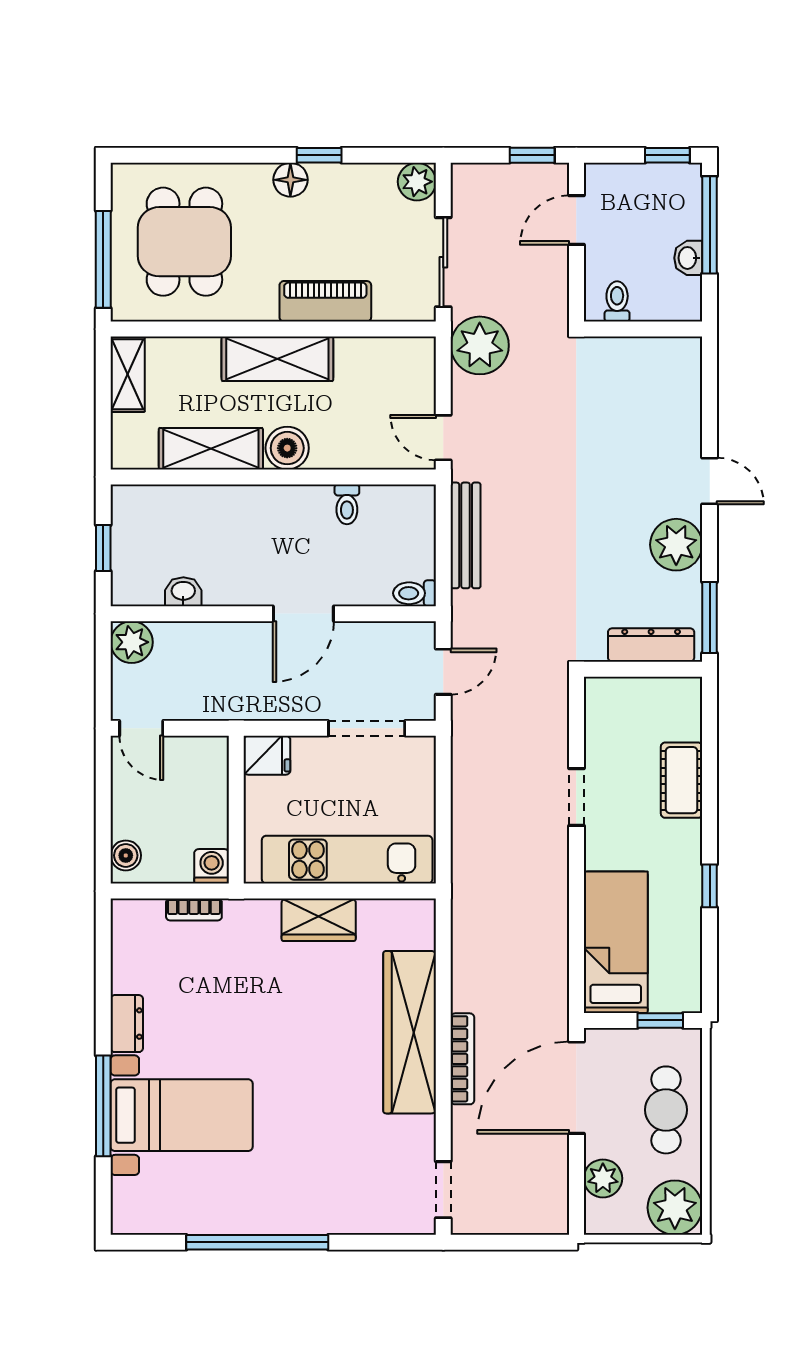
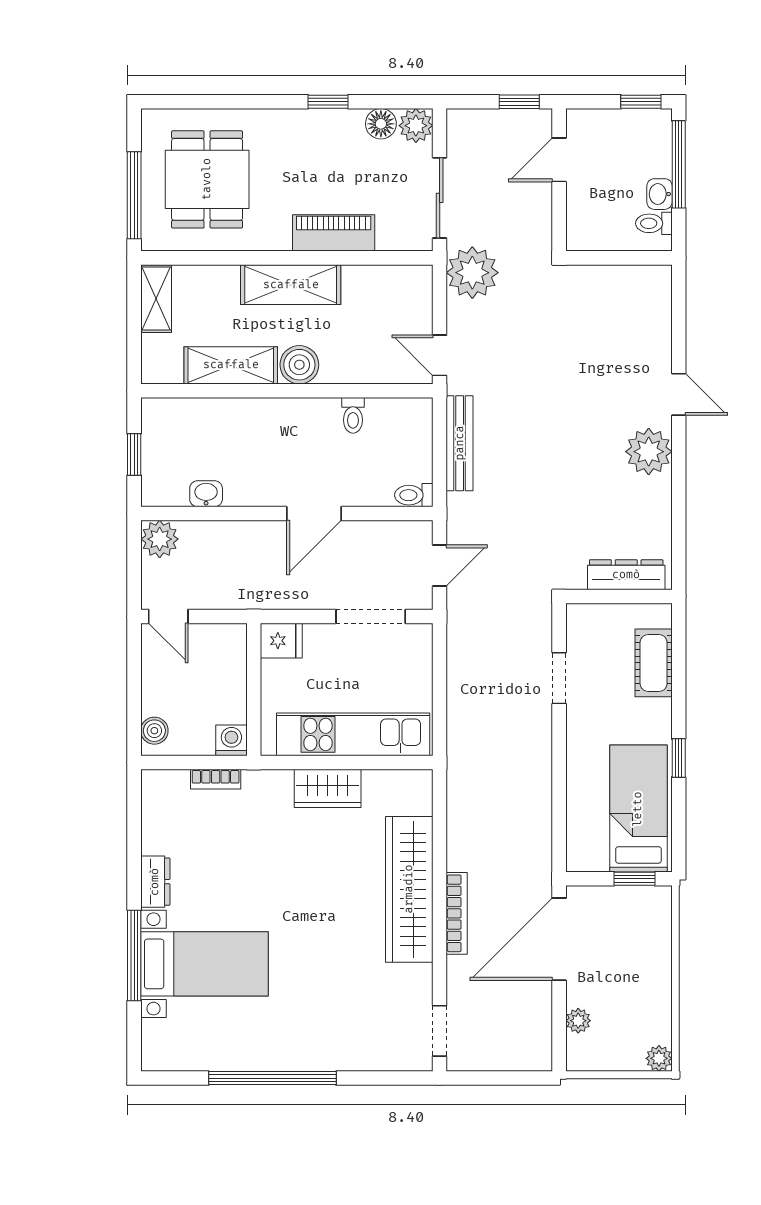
floor lamp: (290, 180) -> (381, 124), moved
toilet: (617, 301) -> (654, 223), moved, turned -90
window: (710, 618) -> (679, 517), removed
dresser: (651, 645) -> (626, 575), moved
wall: (643, 669) -> (619, 597), moved
bed: (616, 942) -> (638, 809), moved
cafe table: (666, 1110) -> (640, 959), removed
plant: (603, 1178) -> (578, 1021), width x0.73, depth x0.73
plant: (675, 1208) -> (659, 1058), width x0.53, depth x0.53

